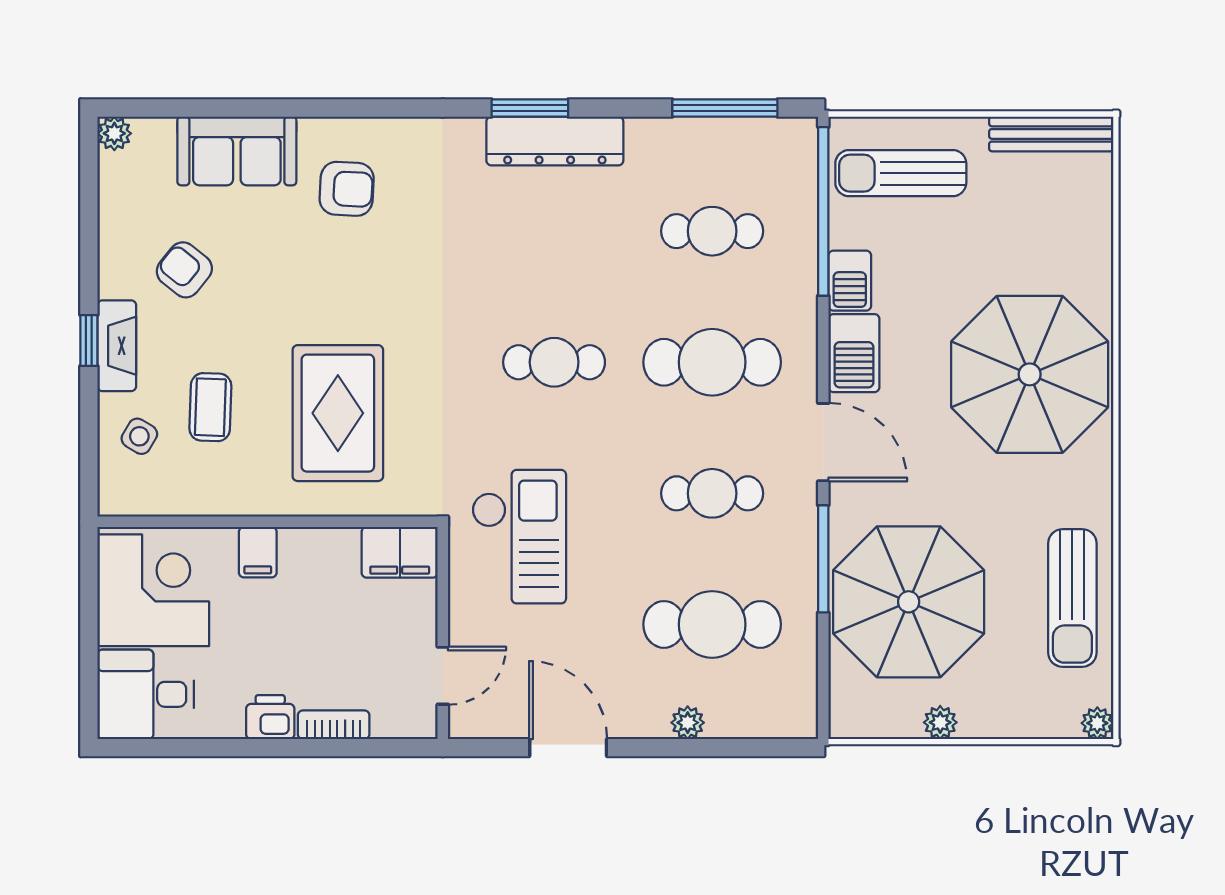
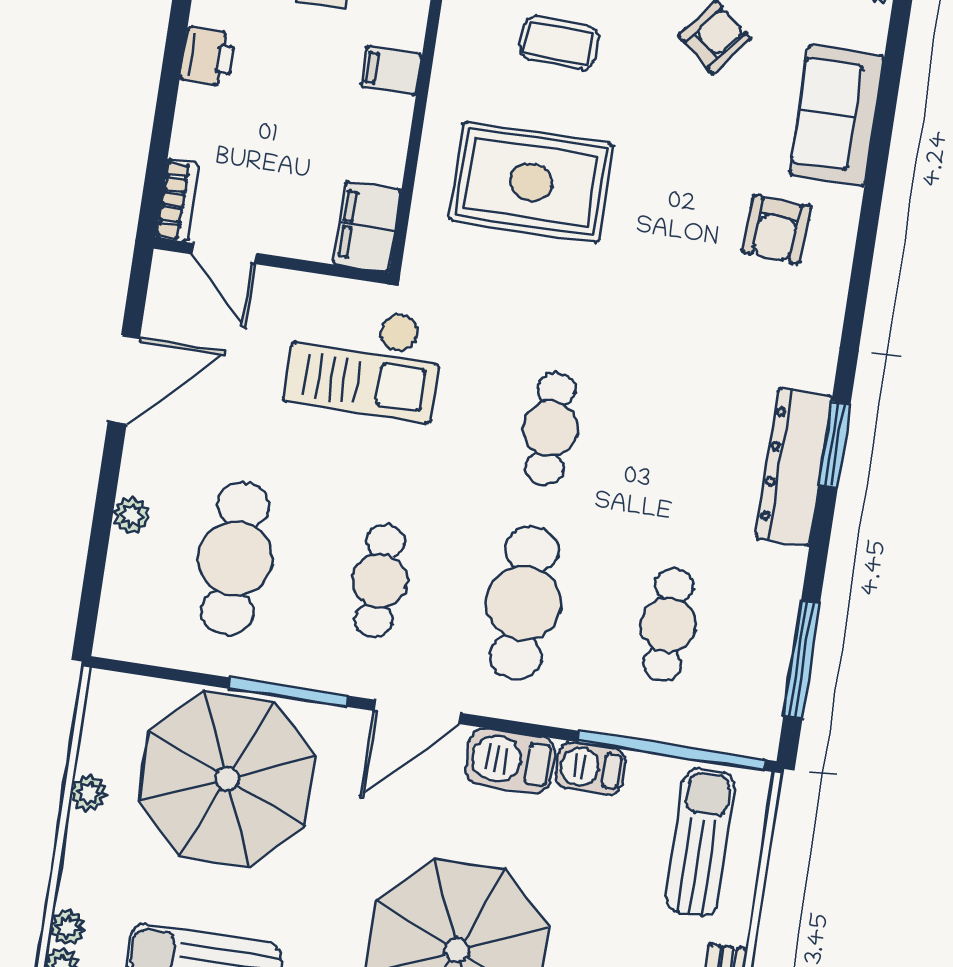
plant: (1062, 723) -> (68, 927), added
bookcase: (334, 725) -> (177, 200), moved

